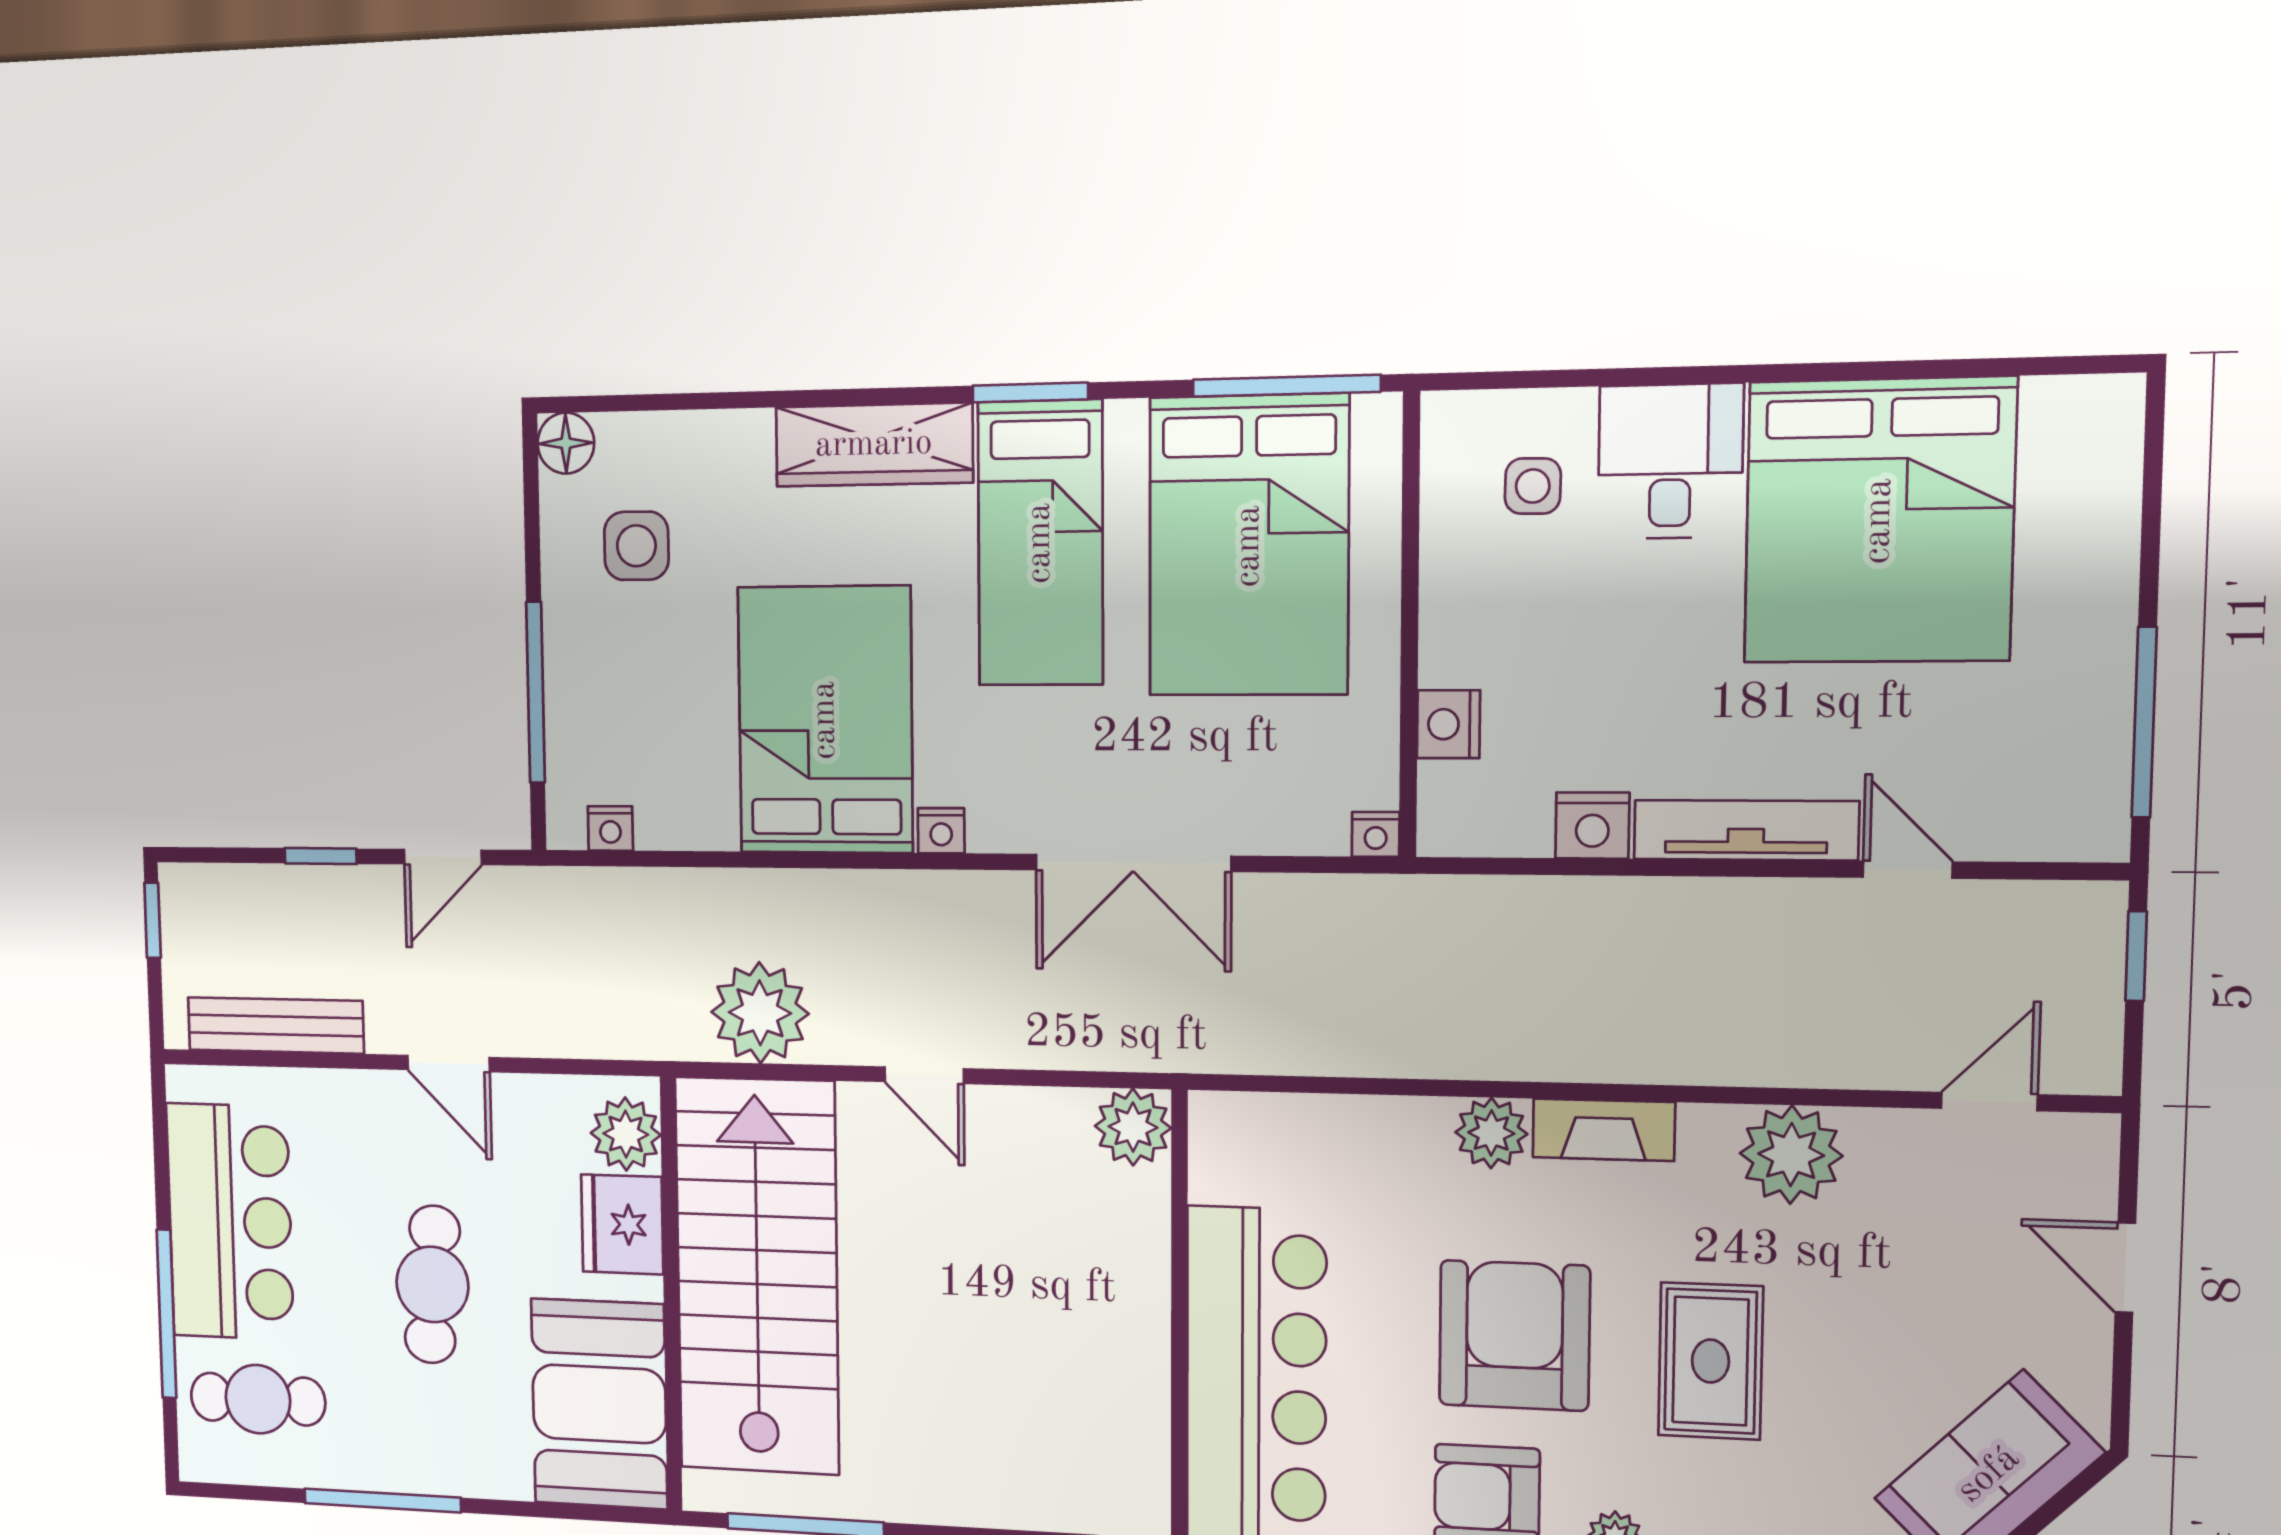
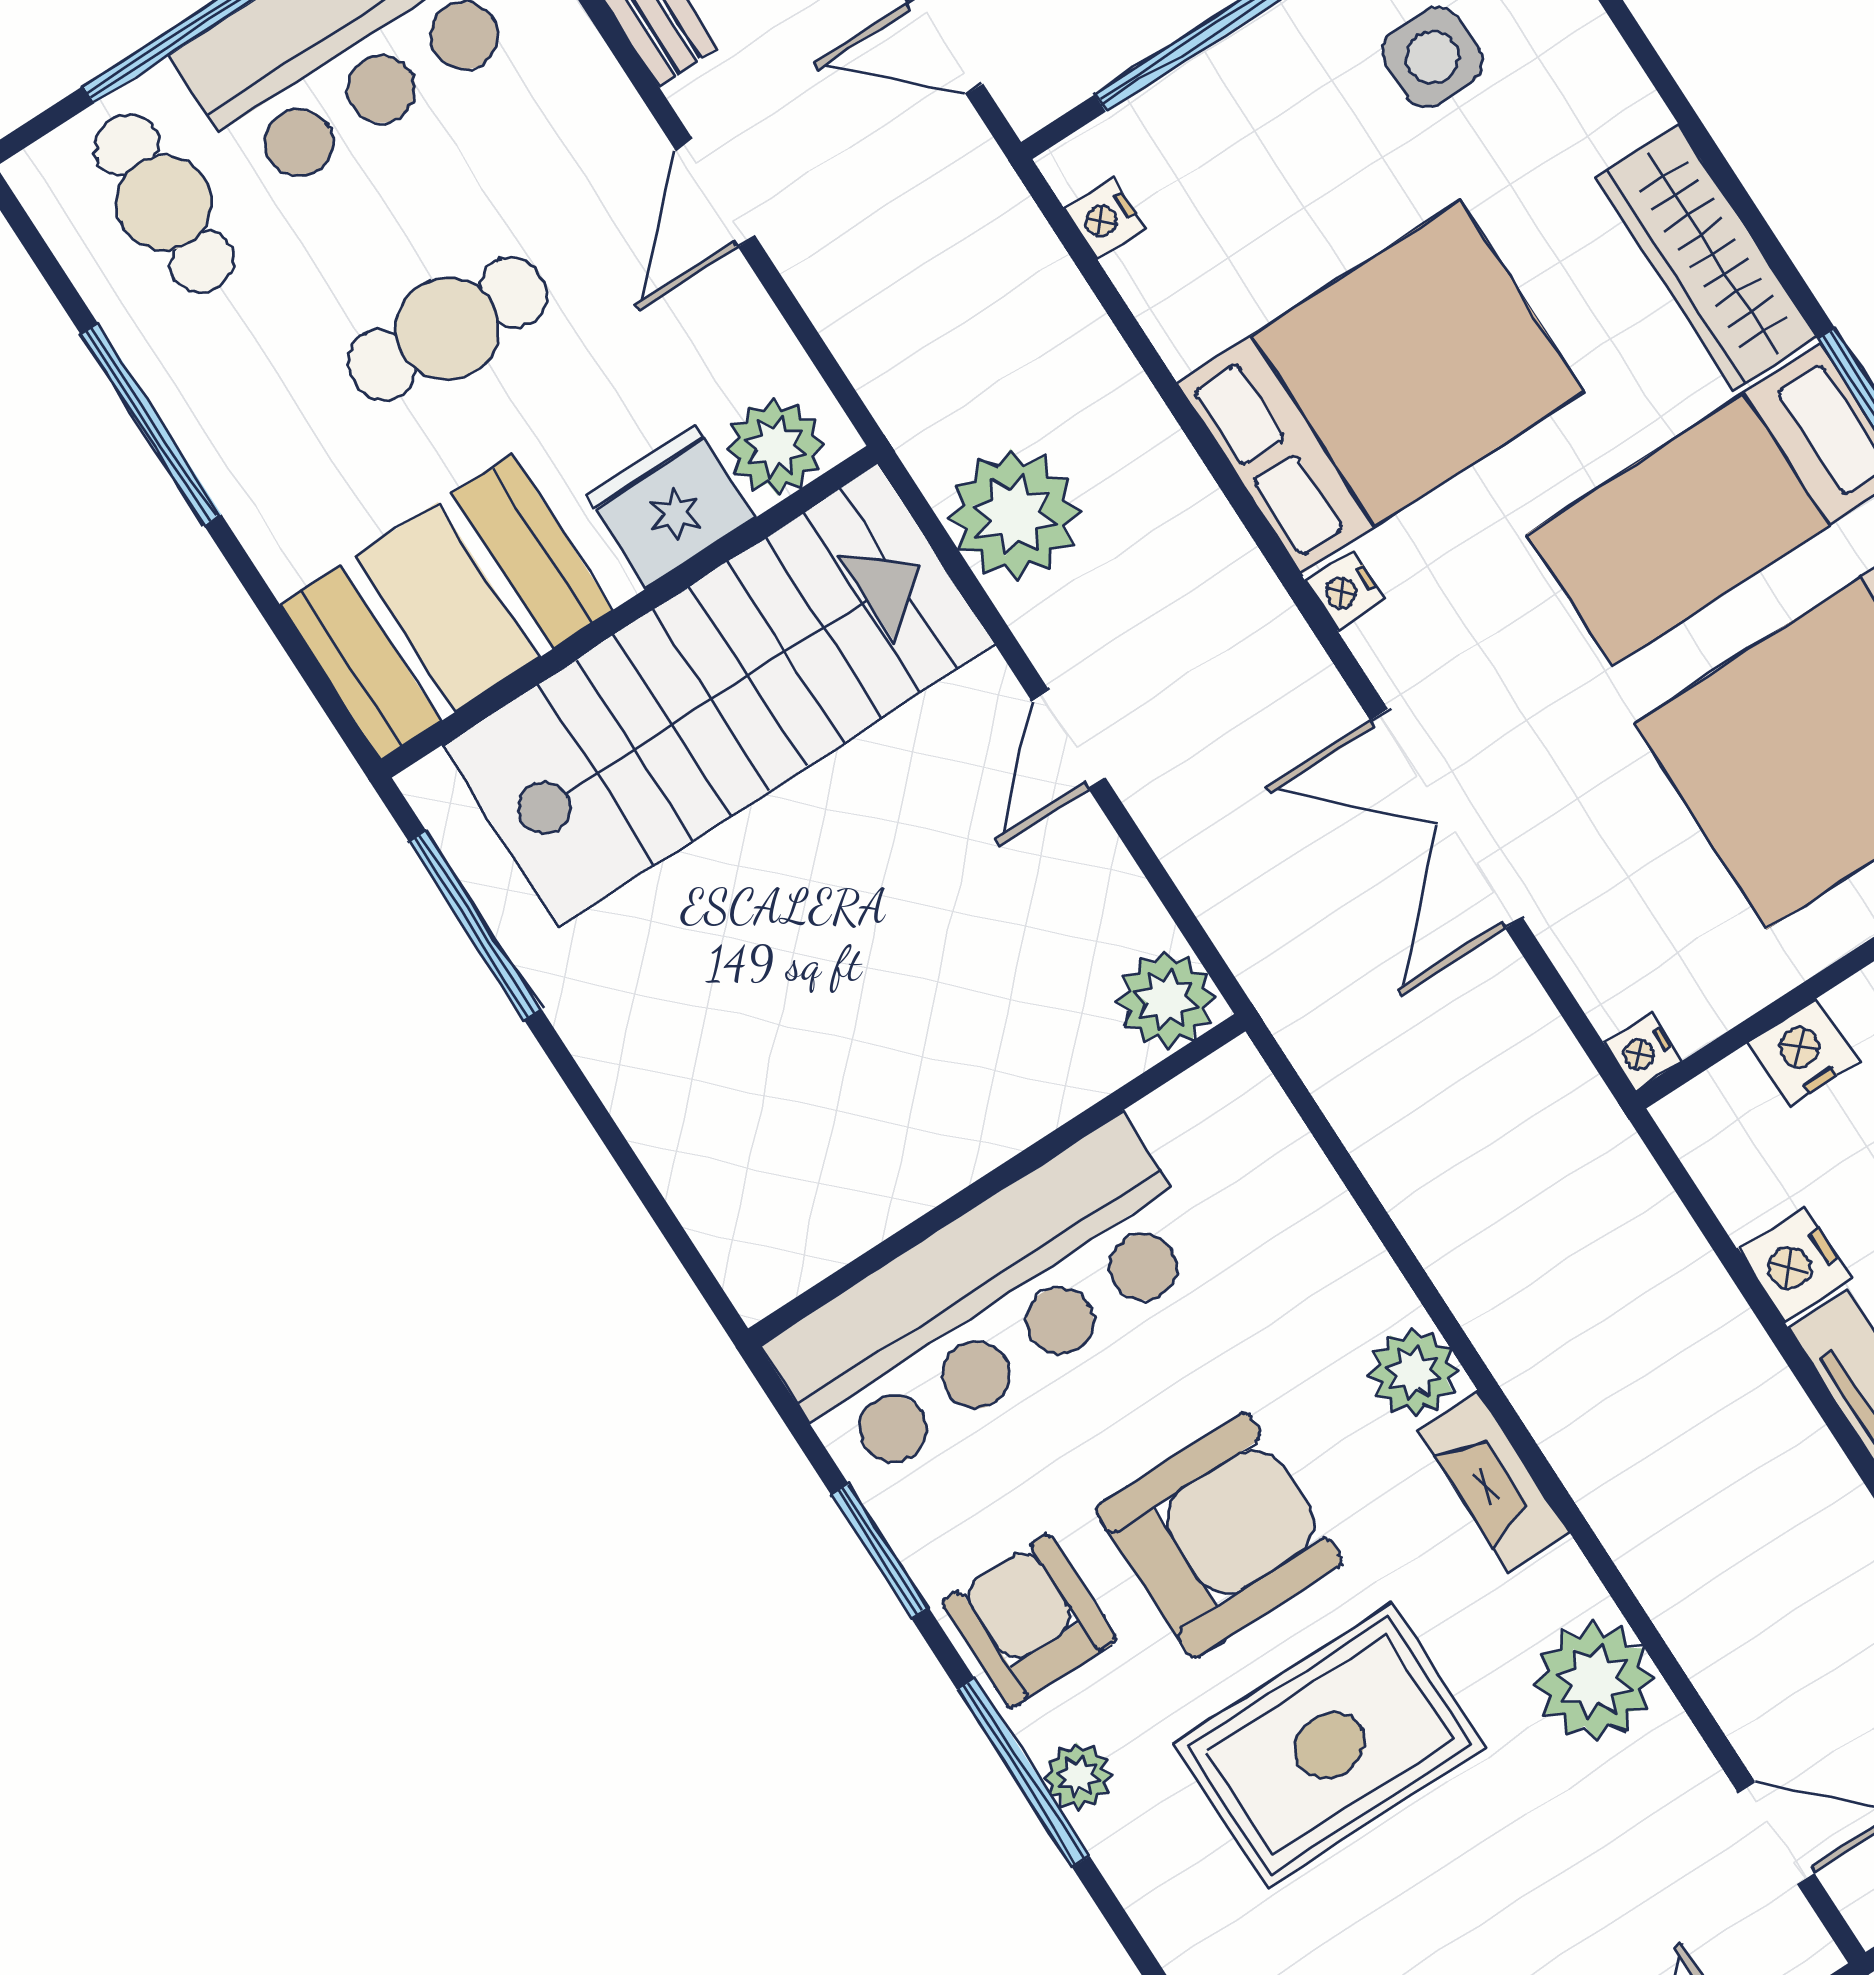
rug: (1710, 1361) -> (1330, 1746), width x1.36, depth x1.43

